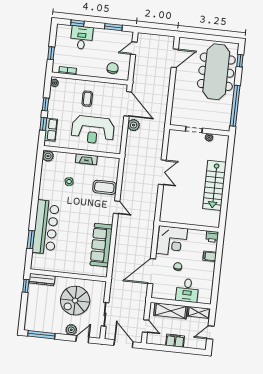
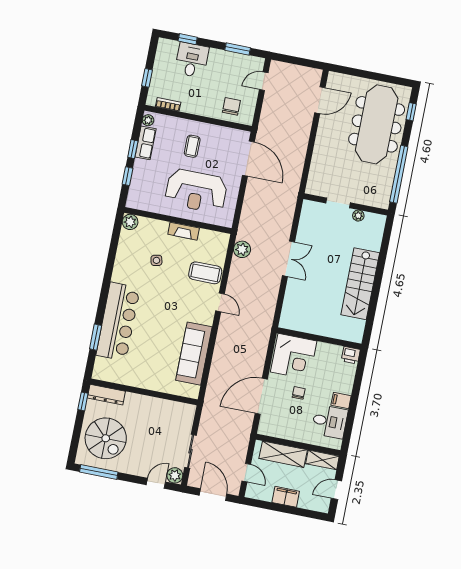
plant: (134, 125) -> (242, 249), moved
row of seats: (51, 130) -> (146, 143), moved
filing cabinet: (210, 256) -> (341, 400), moved
desk: (187, 290) -> (330, 422), moved, turned -90
spiral stairs: (75, 301) -> (106, 438), moved, turned -90
plant: (71, 330) -> (175, 475), moved

